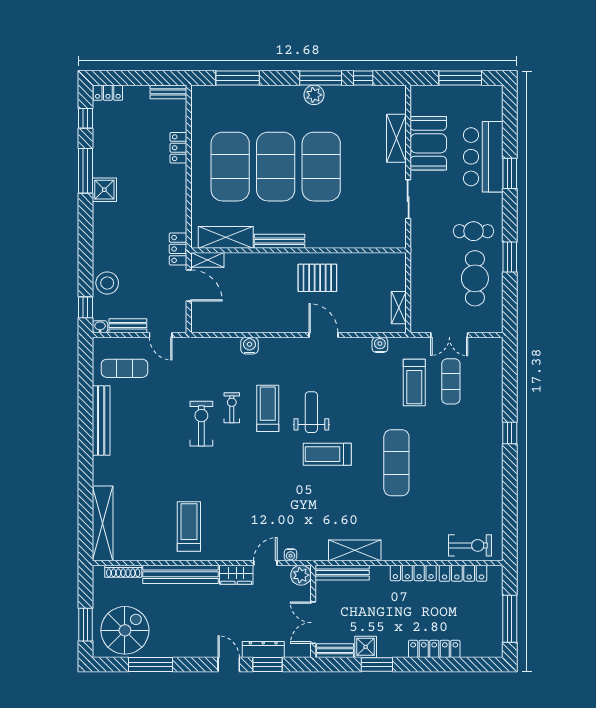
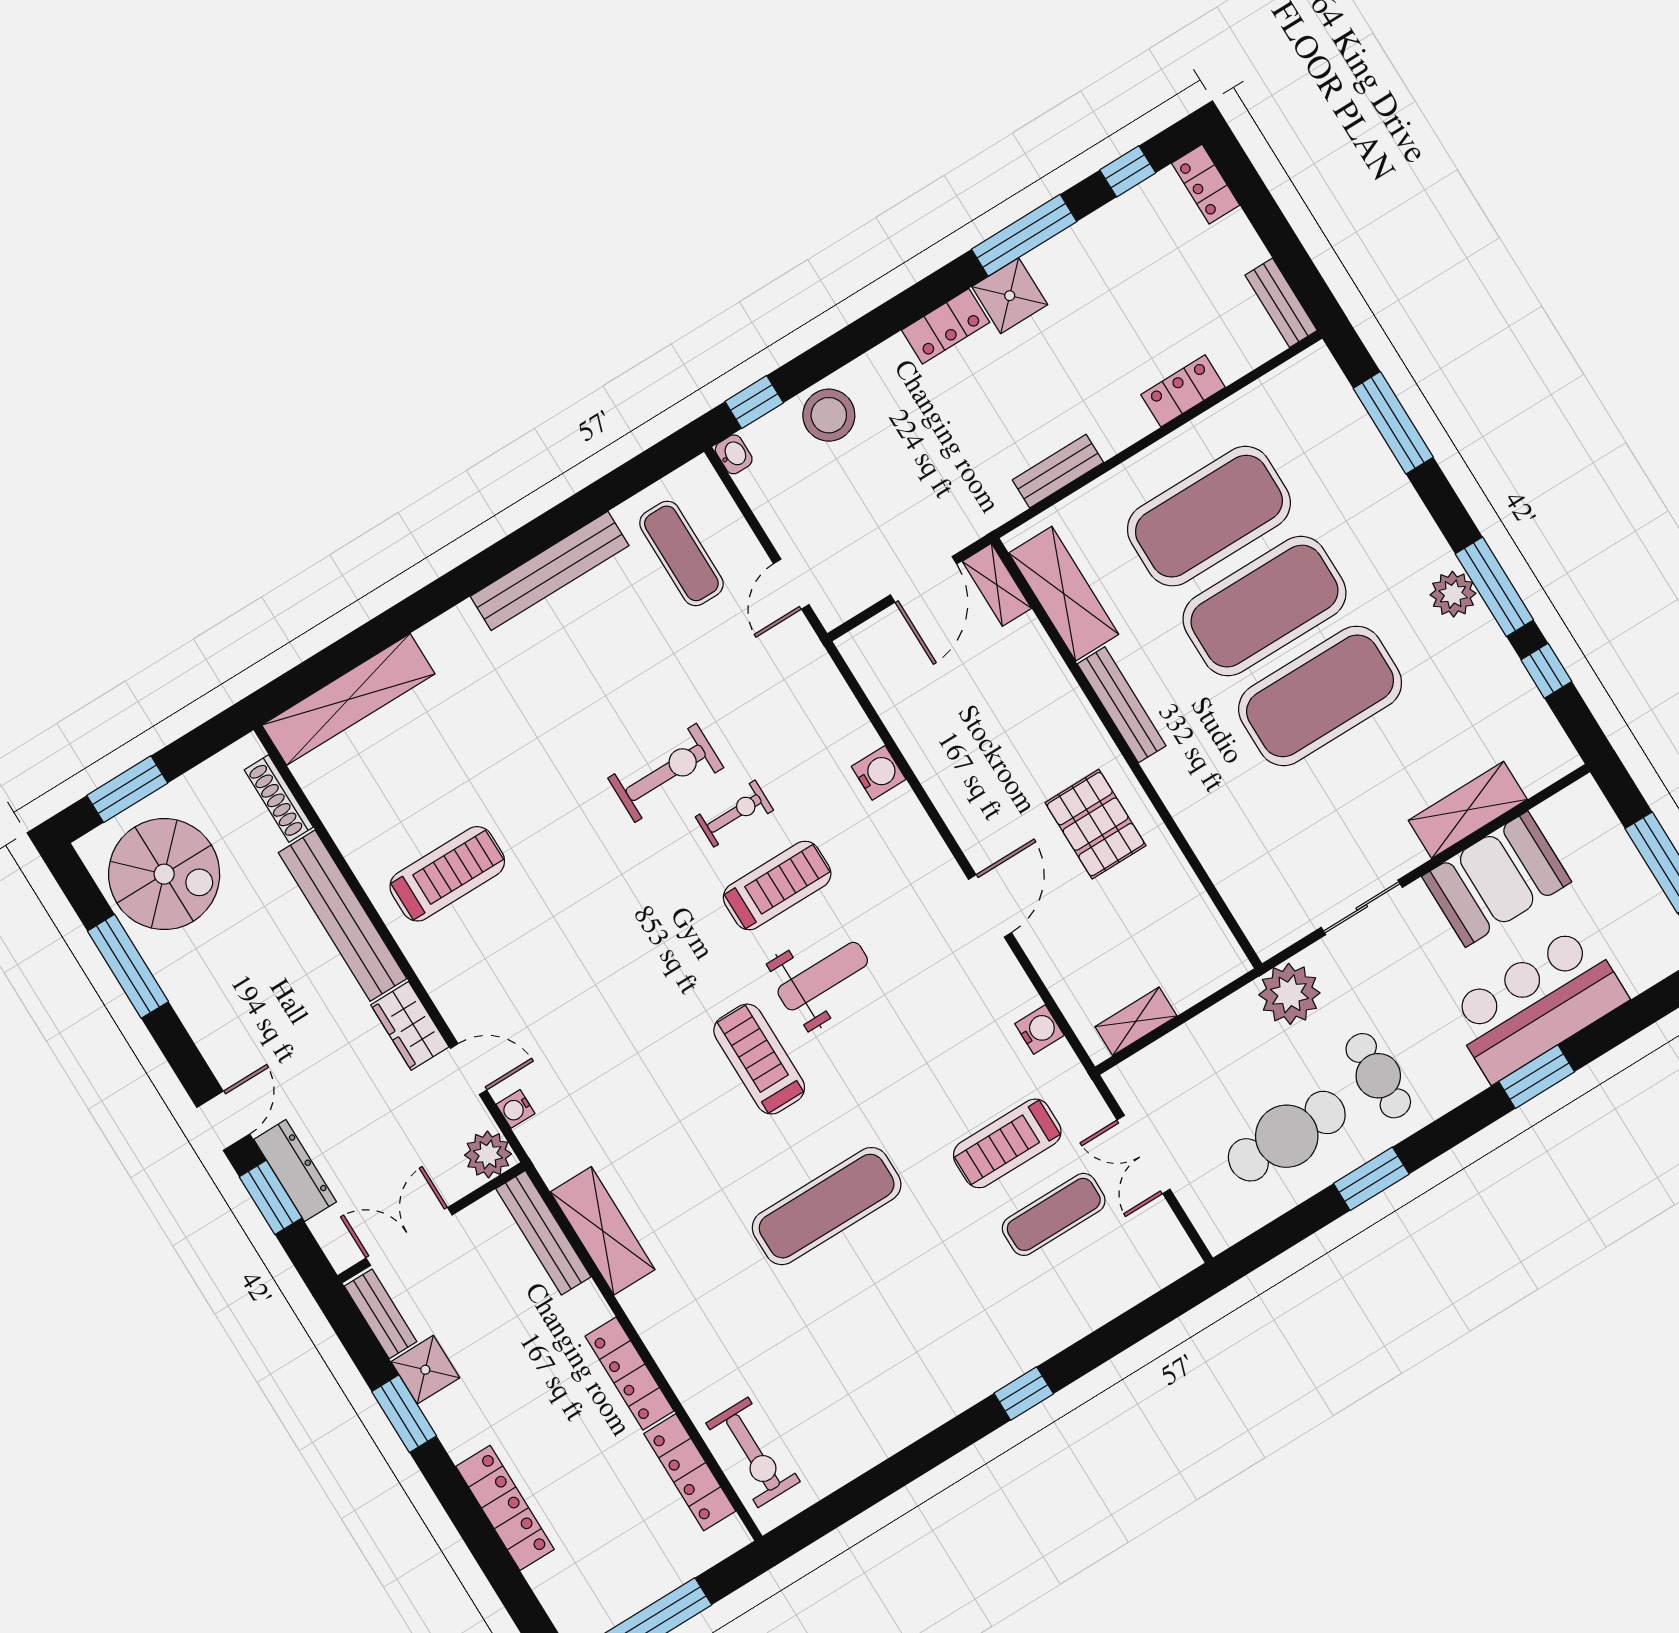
plant: (423, 245) -> (1289, 994), added
locker: (178, 249) -> (946, 326), moved, turned 180
bench: (128, 326) -> (1058, 471), moved, turned 90

